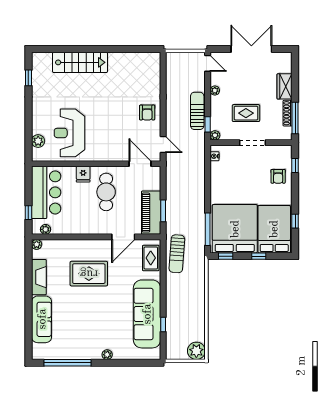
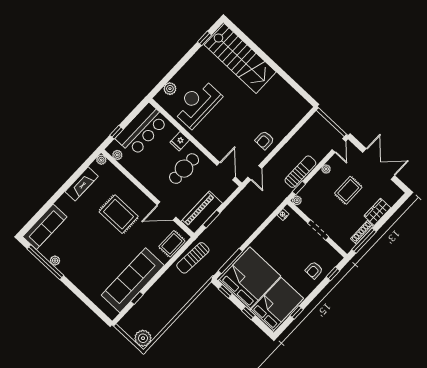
stairs: (80, 62) -> (240, 58), width x1.36, depth x1.51
rug: (246, 113) -> (348, 190), moved, turned 90
sofa: (42, 319) -> (45, 227), moved
plant: (107, 355) -> (55, 261), moved

